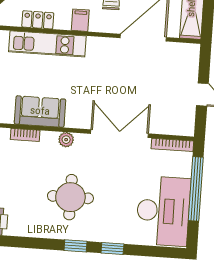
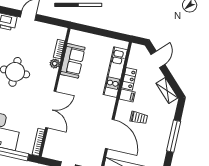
locker: (38, 20) -> (129, 79), moved
plant: (66, 140) -> (55, 64), moved

